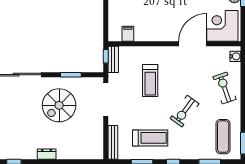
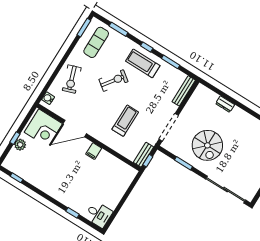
filing cabinet: (128, 34) -> (94, 151), moved
spiral stairs: (59, 105) -> (207, 145), turned 90
treadmill: (150, 138) -> (143, 63), moved
dresser: (47, 154) -> (225, 104), moved

